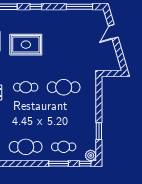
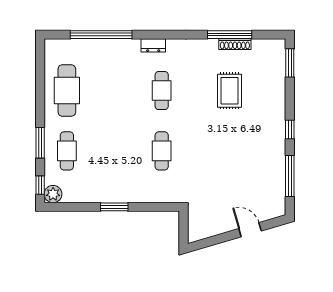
window: (36, 7) -> (290, 129), moved
rug: (26, 45) -> (230, 91), width x0.73, depth x0.70
cafe table: (64, 87) -> (162, 151), width x0.73, depth x0.74
window: (99, 131) -> (114, 207), moved

